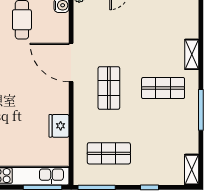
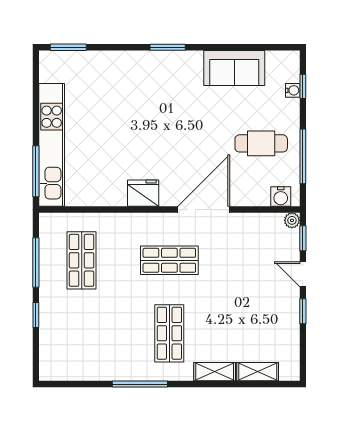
fridge: (59, 126) -> (143, 193), moved
shelving: (192, 170) -> (258, 372), moved
window: (97, 187) -> (36, 263), moved

